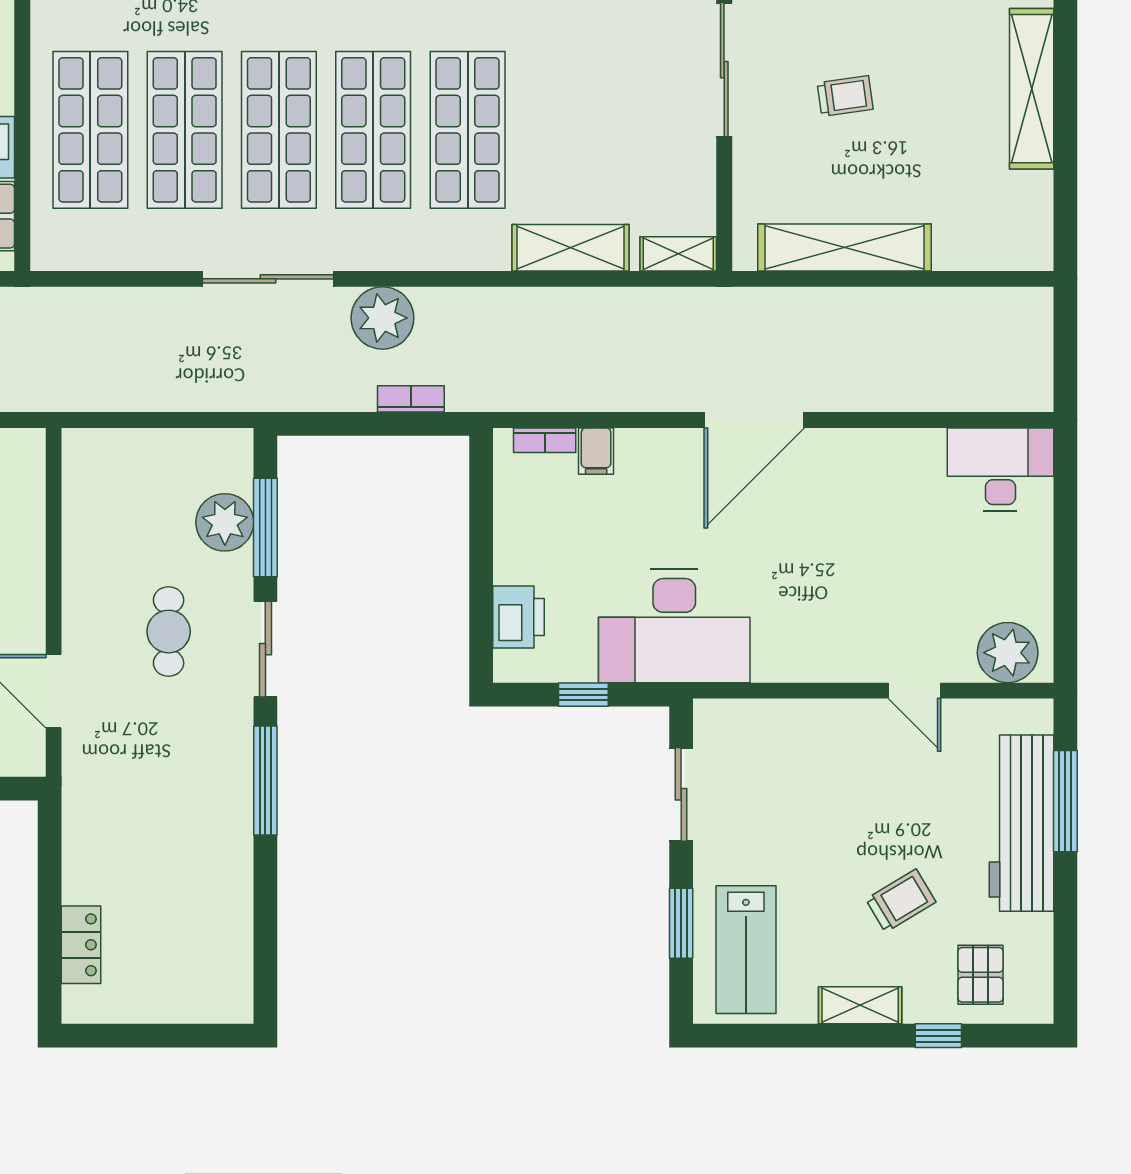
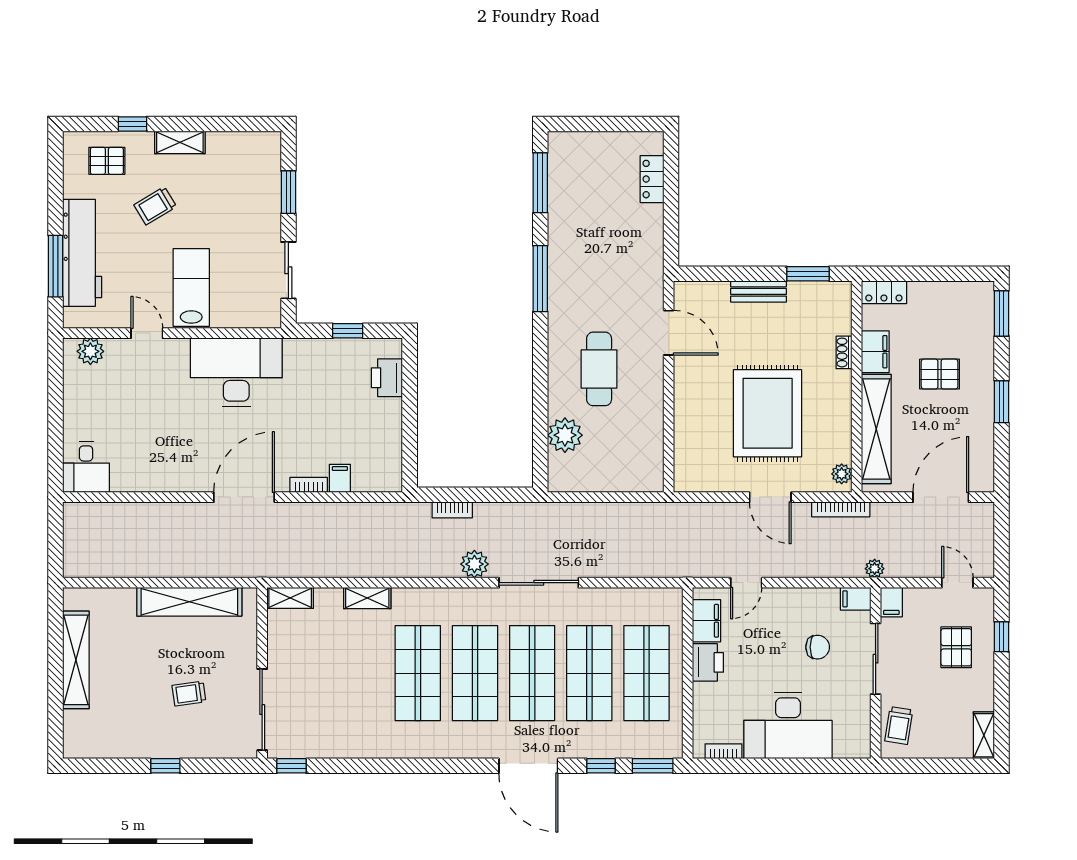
shelving: (1032, 89) -> (76, 660), moved
shelving: (571, 248) -> (367, 598), width x0.67, depth x0.75
plant: (382, 318) -> (474, 564), width x0.73, depth x0.73
bookcase: (545, 440) -> (309, 485), moved
desk: (1000, 470) -> (86, 467), width x0.73
window: (265, 528) -> (540, 183), moved
desk: (674, 626) -> (236, 372), moved
cafe table: (169, 632) -> (599, 369), width x1.37, depth x1.35
sliding door: (265, 649) -> (540, 358), removed
plant: (1008, 653) -> (90, 351), width x0.73, depth x0.73
lab bench: (746, 950) -> (191, 288), moved
pallet: (981, 975) -> (107, 161), turned 90

